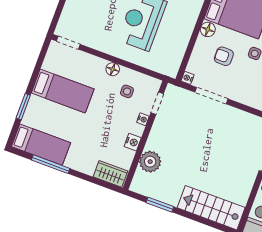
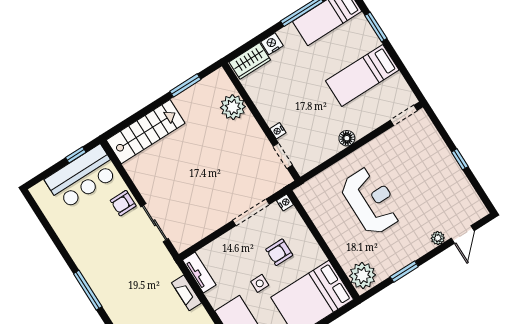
floor lamp: (208, 29) -> (316, 256), removed
armchair: (224, 56) -> (279, 252), turned 180
side table: (127, 91) -> (316, 136), removed
nightstand: (133, 142) -> (272, 44), moved, turned 90

